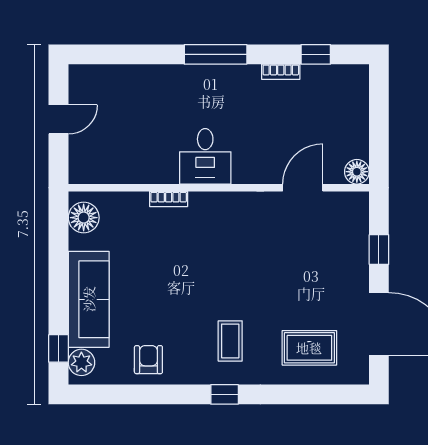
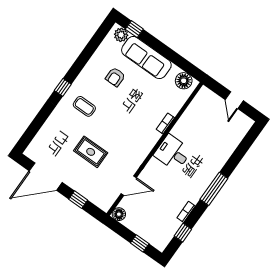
window: (379, 108) -> (140, 243), added
door: (303, 188) -> (129, 186), hinge flipped
rug: (309, 348) -> (91, 152), moved, turned 90
armchair: (148, 360) -> (115, 77), moved, turned 90

